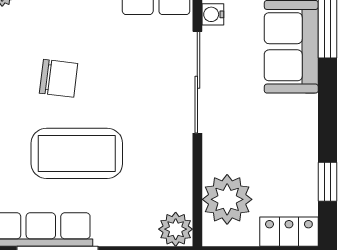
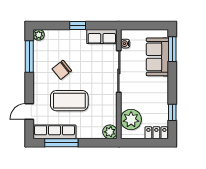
chair: (59, 78) -> (62, 70), turned 134

